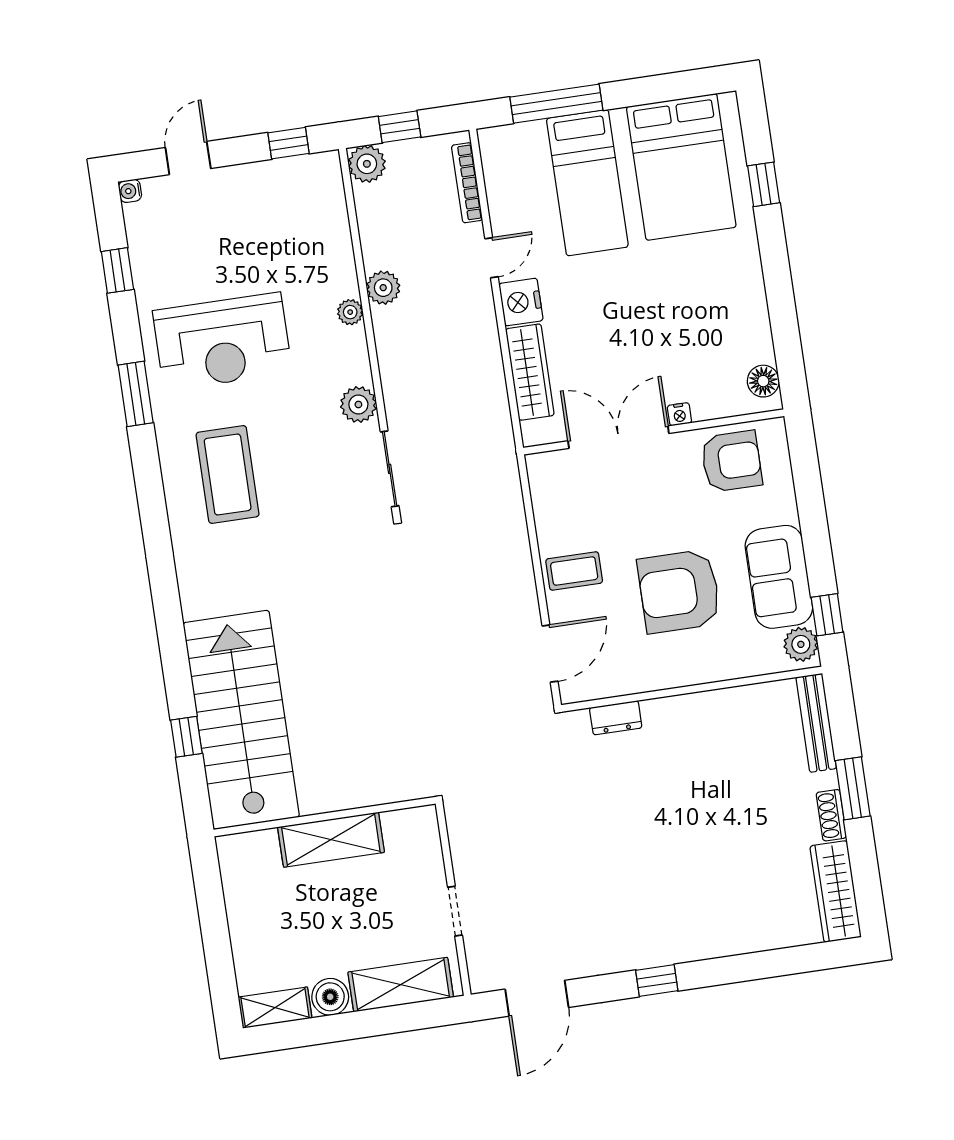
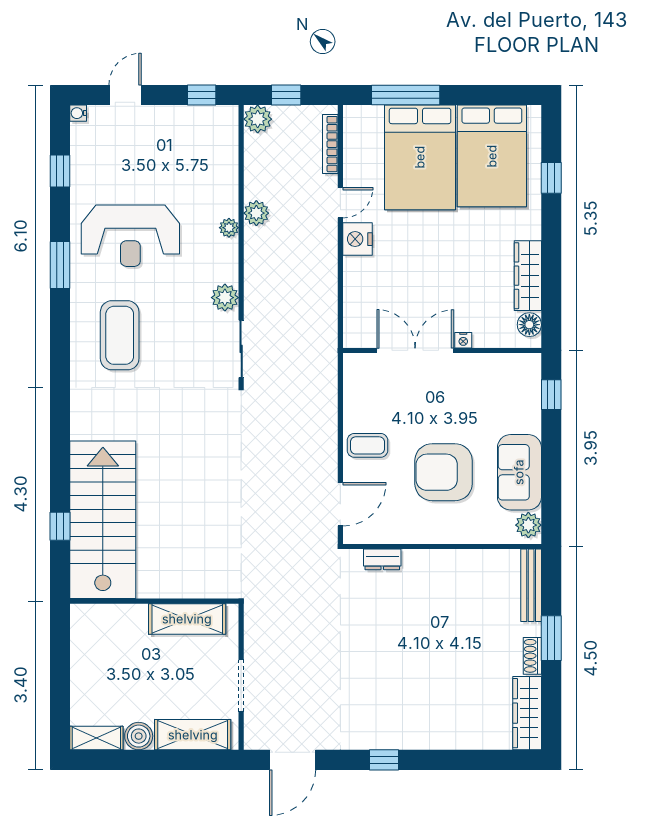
bed: (587, 183) -> (420, 157), width x1.50
wardrobe: (530, 372) -> (528, 276), moved, turned 180
armchair: (731, 461) -> (497, 381), removed
window: (827, 615) -> (551, 395), moved
shelving: (331, 840) -> (187, 619), moved
doorway: (455, 911) -> (241, 686), width x1.38

